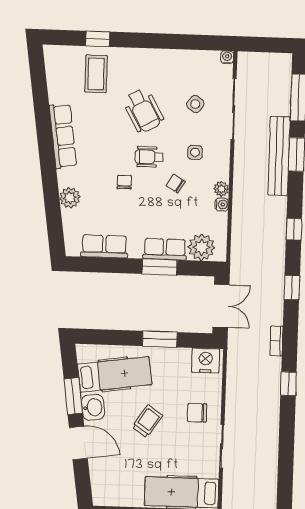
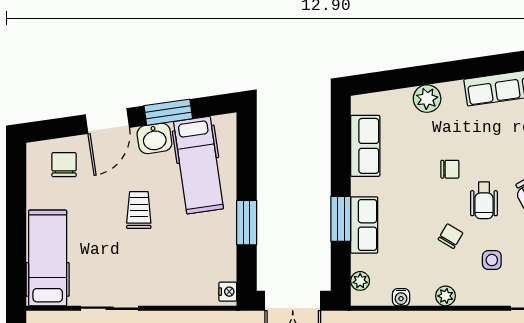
wheelchair: (149, 157) -> (484, 200), turned 180
water cooler: (222, 205) -> (401, 297), moved
plant: (201, 247) -> (360, 281), width x0.53, depth x0.53
nightstand: (206, 360) -> (228, 292), width x0.53, depth x0.56
chair: (197, 413) -> (64, 165), moved
trolley: (147, 421) -> (139, 210), turned -124

